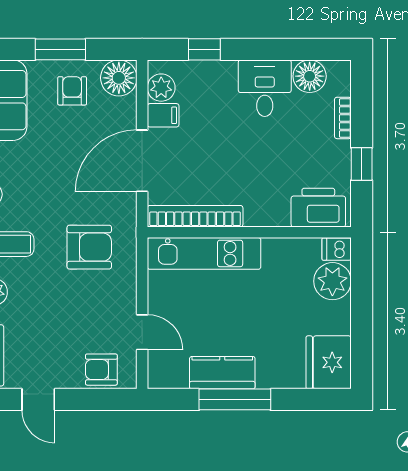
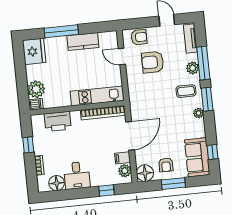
printer: (318, 208) -> (58, 121), moved
armchair: (89, 247) -> (153, 62), moved
window: (235, 399) -> (61, 31), moved

